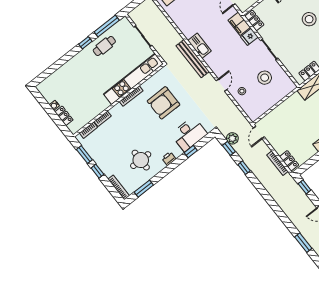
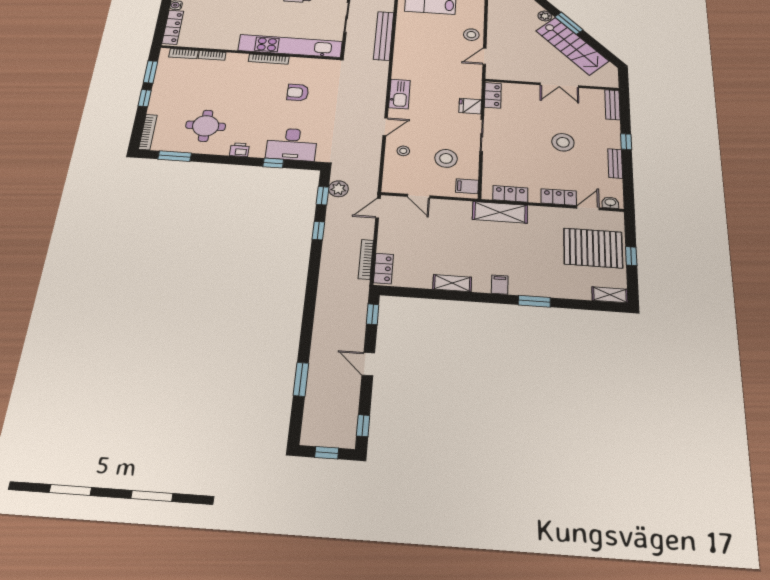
filing cabinet: (239, 24) -> (467, 186), moved, width x0.50
kitchen sink: (200, 46) -> (399, 94), moved
bench: (193, 59) -> (384, 36), moved
armchair: (164, 103) -> (298, 93), width x0.53, depth x0.53
door: (271, 110) -> (419, 196), added
locker: (64, 116) -> (173, 27), width x1.53

